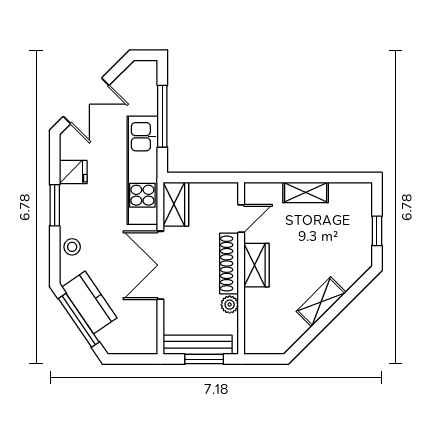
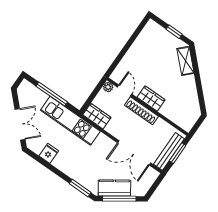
shelving: (306, 192) -> (133, 52), removed
window: (55, 205) -> (80, 188), moved
stool: (72, 247) -> (83, 178), removed
double door: (160, 265) -> (134, 153), moved
shelving: (321, 302) -> (185, 61), moved
plant: (230, 305) -> (108, 87), moved

